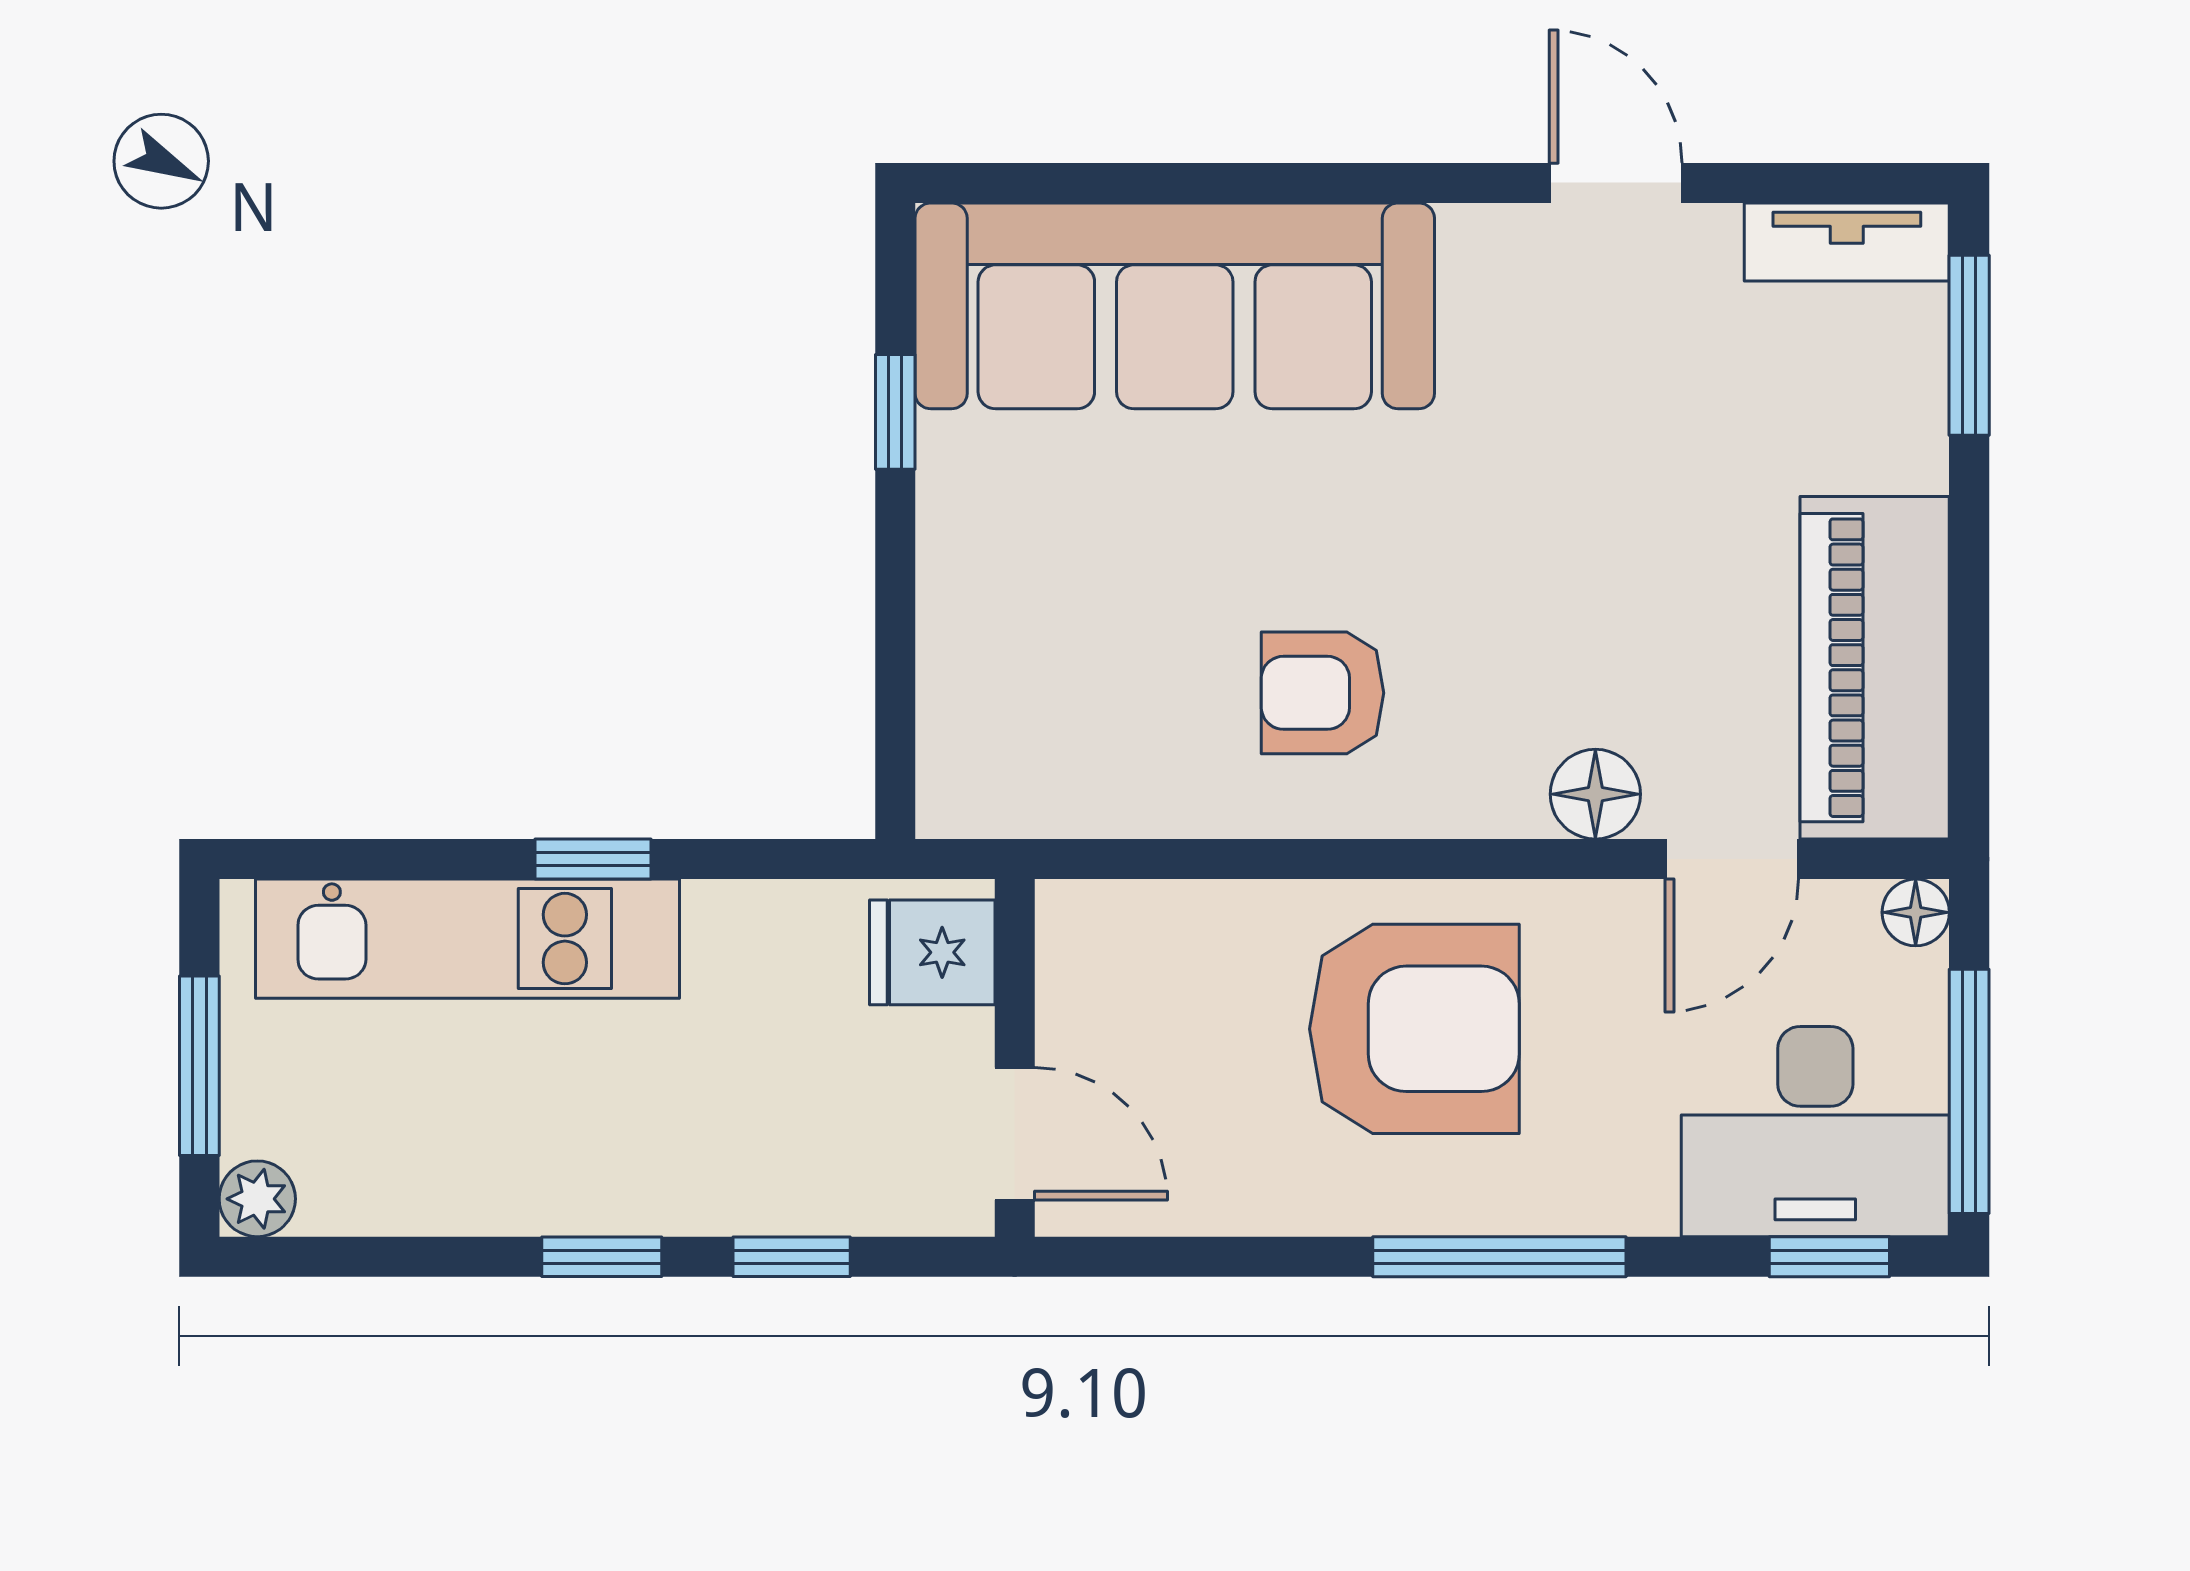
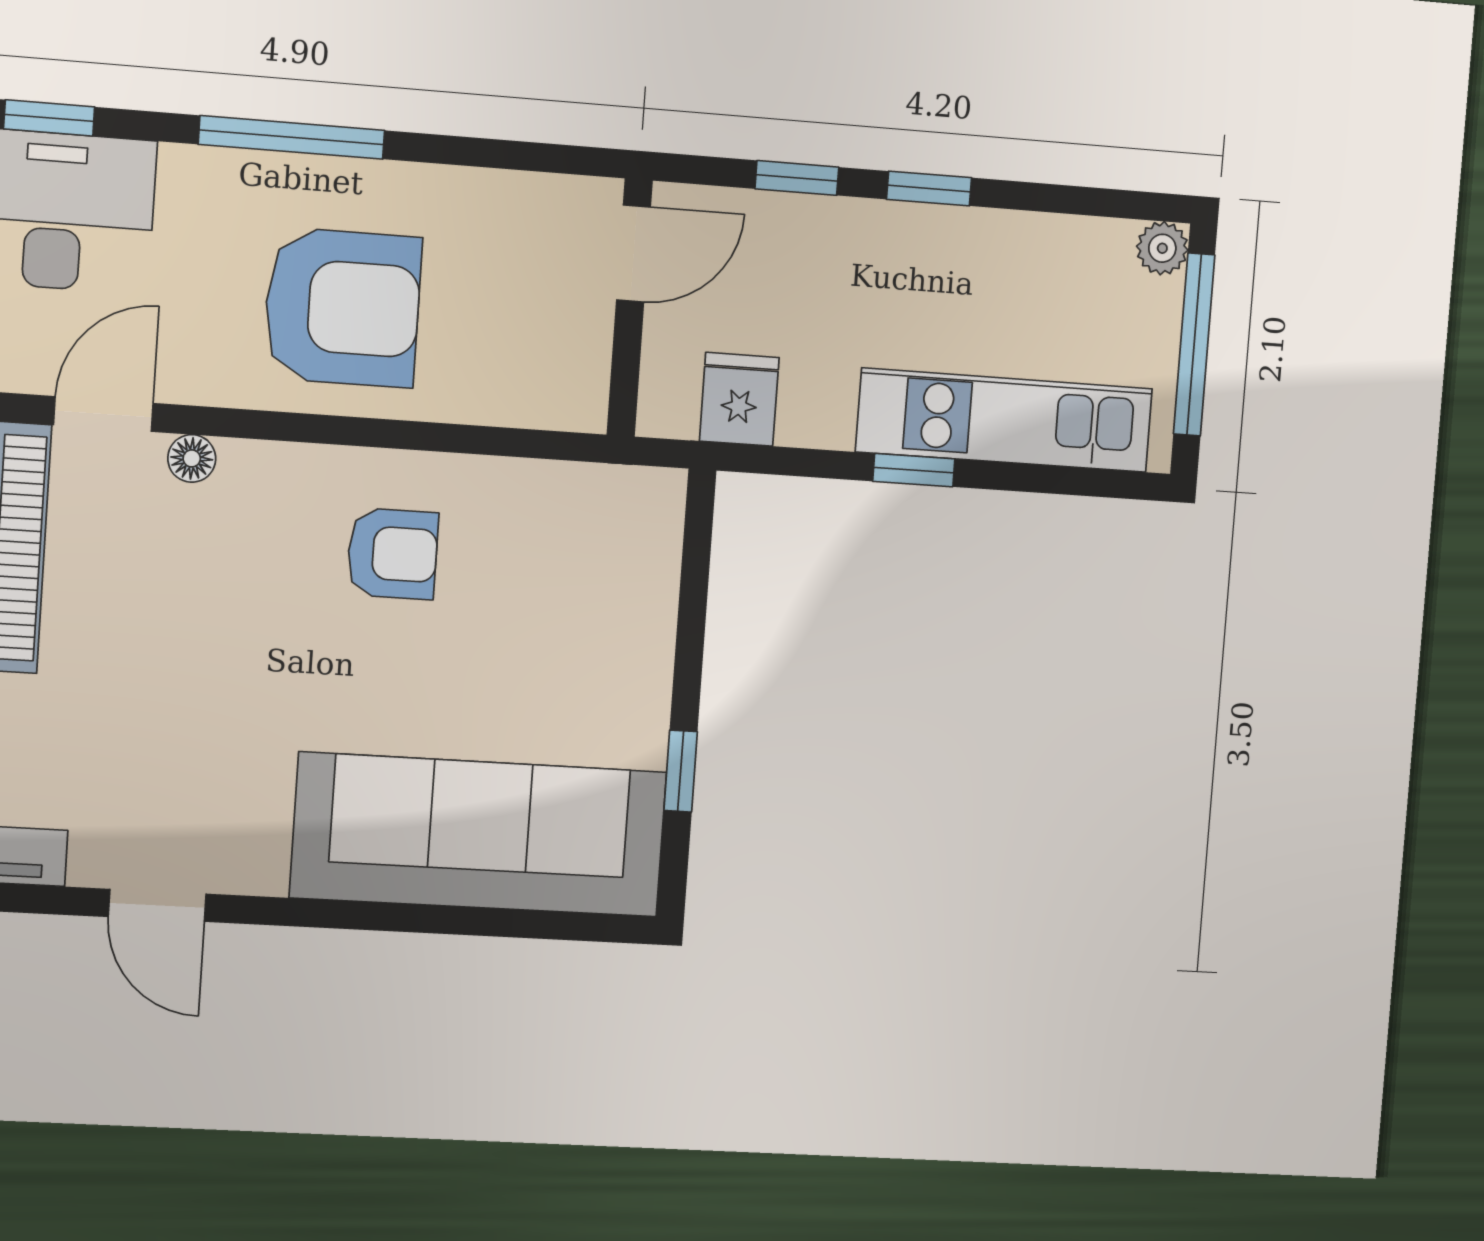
floor lamp: (1595, 794) -> (192, 458), width x0.73, depth x0.73
fridge: (932, 952) -> (739, 399), moved, turned -90
armchair: (1414, 1029) -> (342, 307), turned 180
window: (199, 1066) -> (1194, 344), width x1.44
door: (1015, 1134) -> (634, 254), swing flipped

